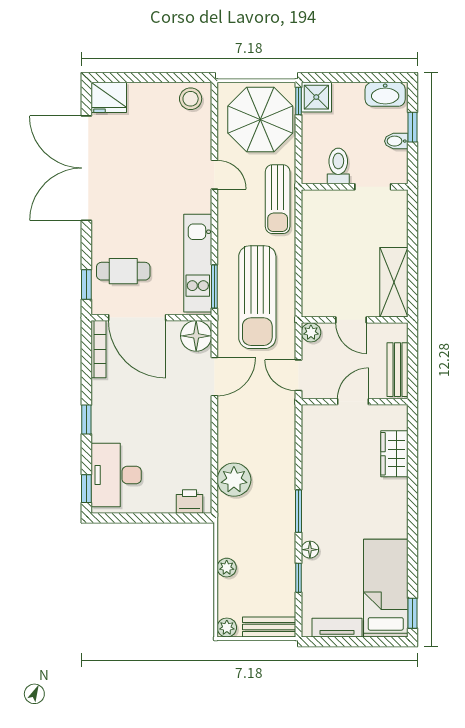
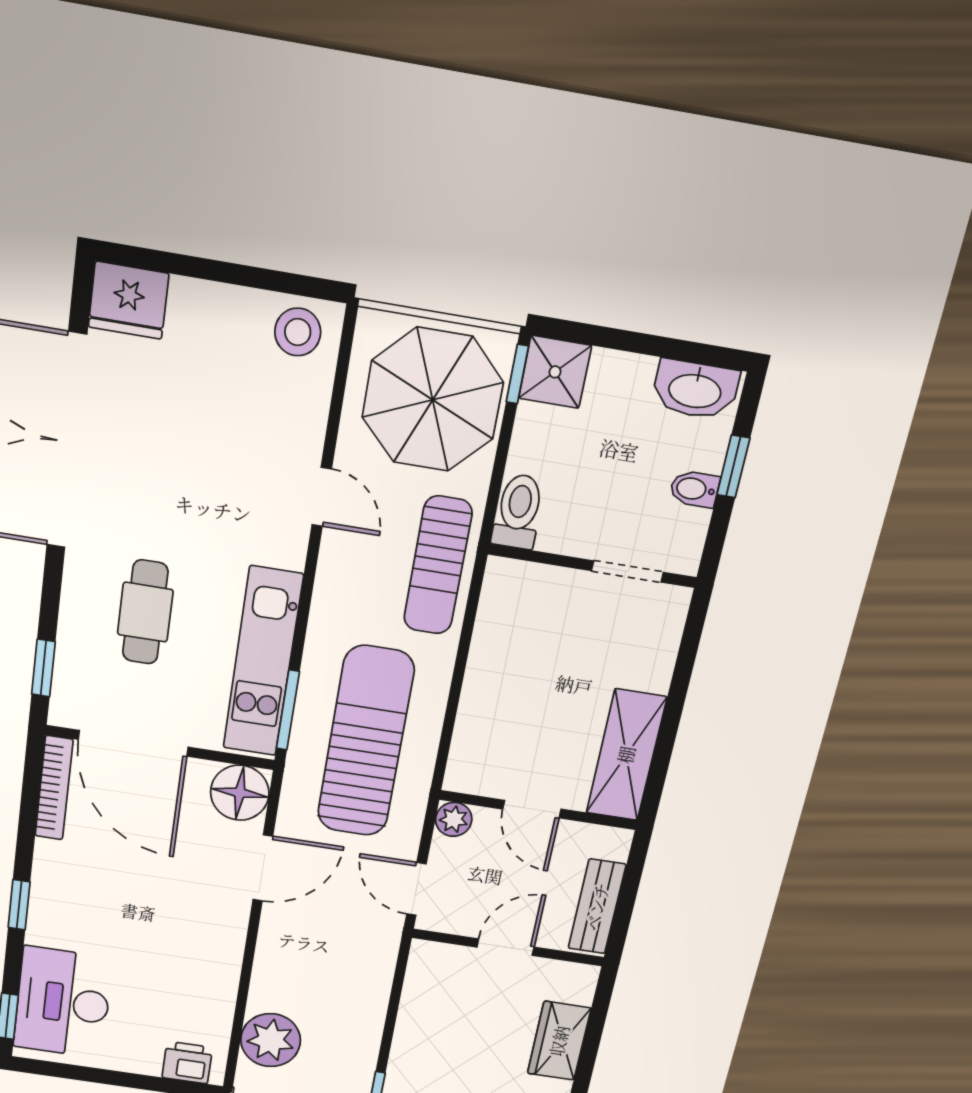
toilet: (338, 166) -> (518, 512), moved
cafe table: (123, 271) -> (145, 612), moved, turned 90
sun lounger: (257, 297) -> (366, 742), turned 180

